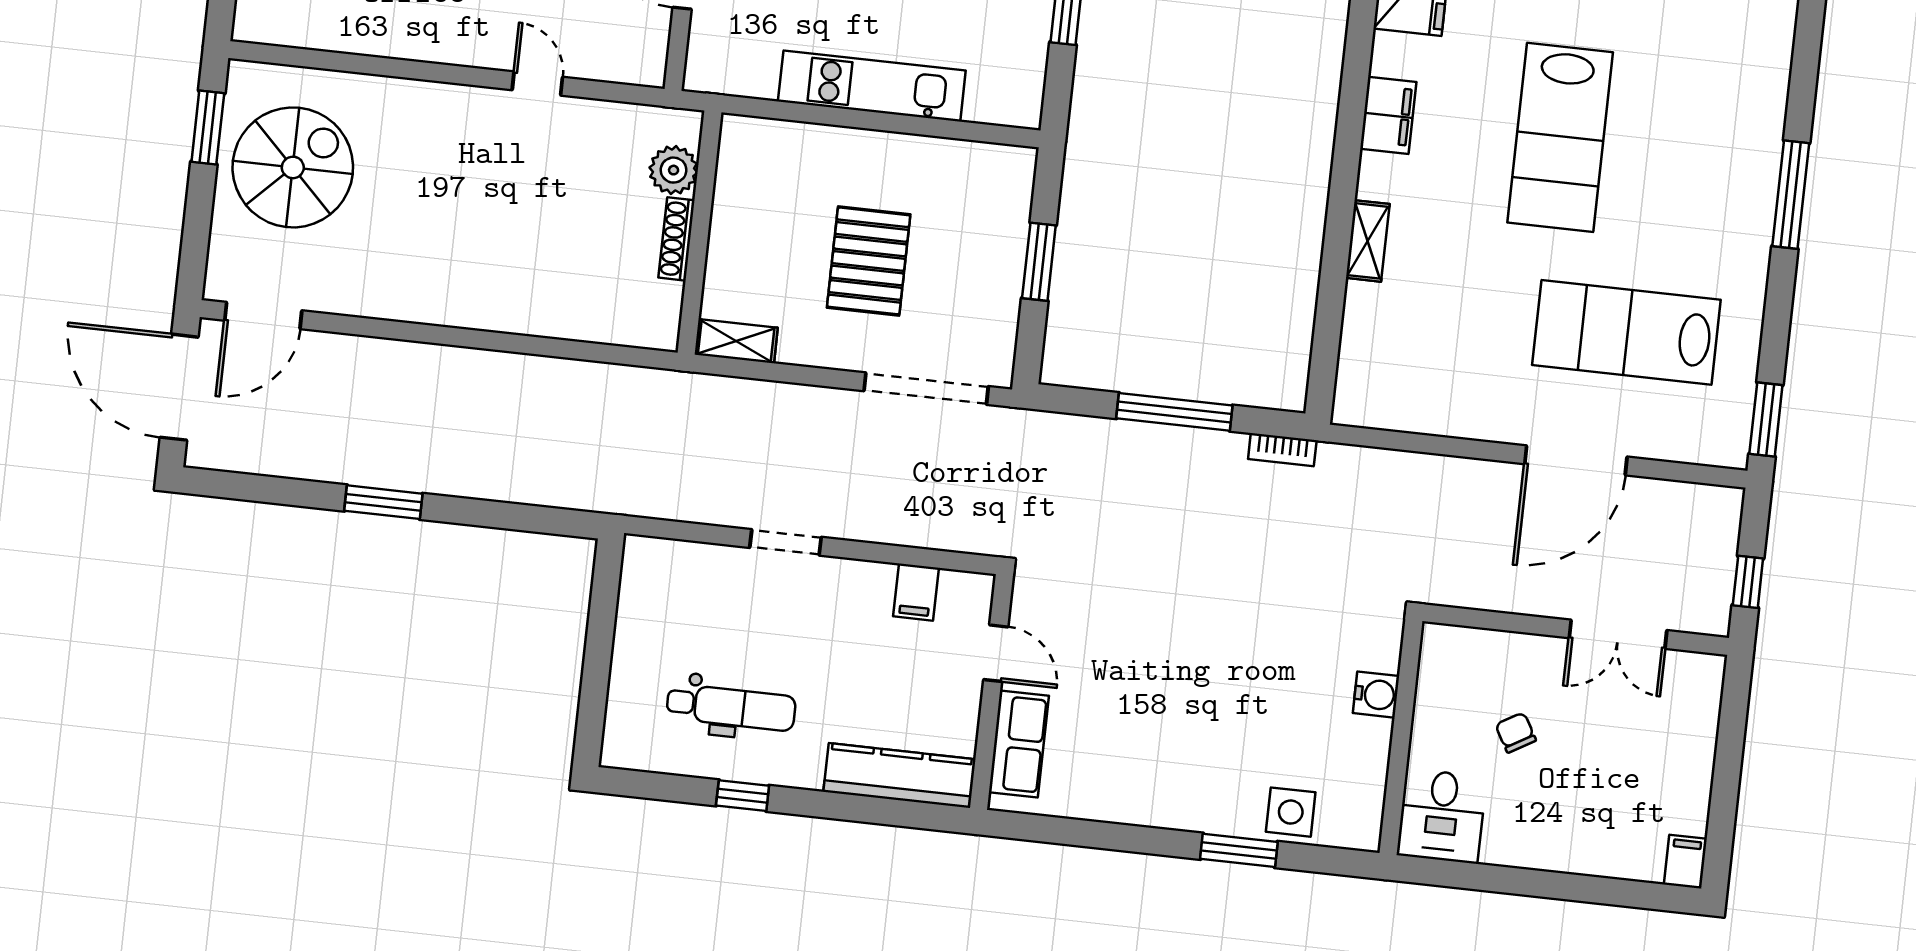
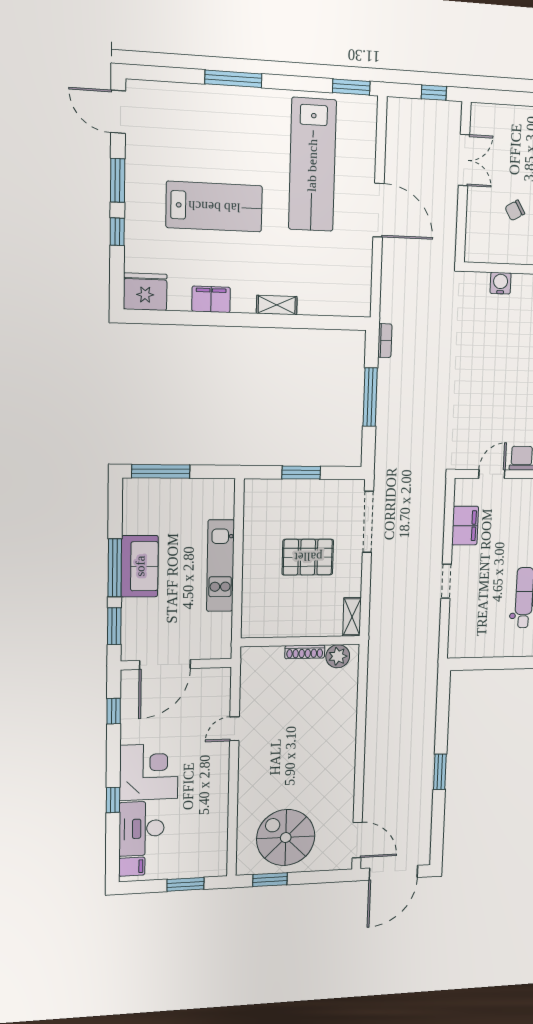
plant: (674, 170) -> (338, 656), moved
lab bench: (1626, 332) -> (312, 165), width x1.36
door: (1576, 460) -> (379, 210), moved
filing cabinet: (916, 592) -> (465, 526), width x2.00

